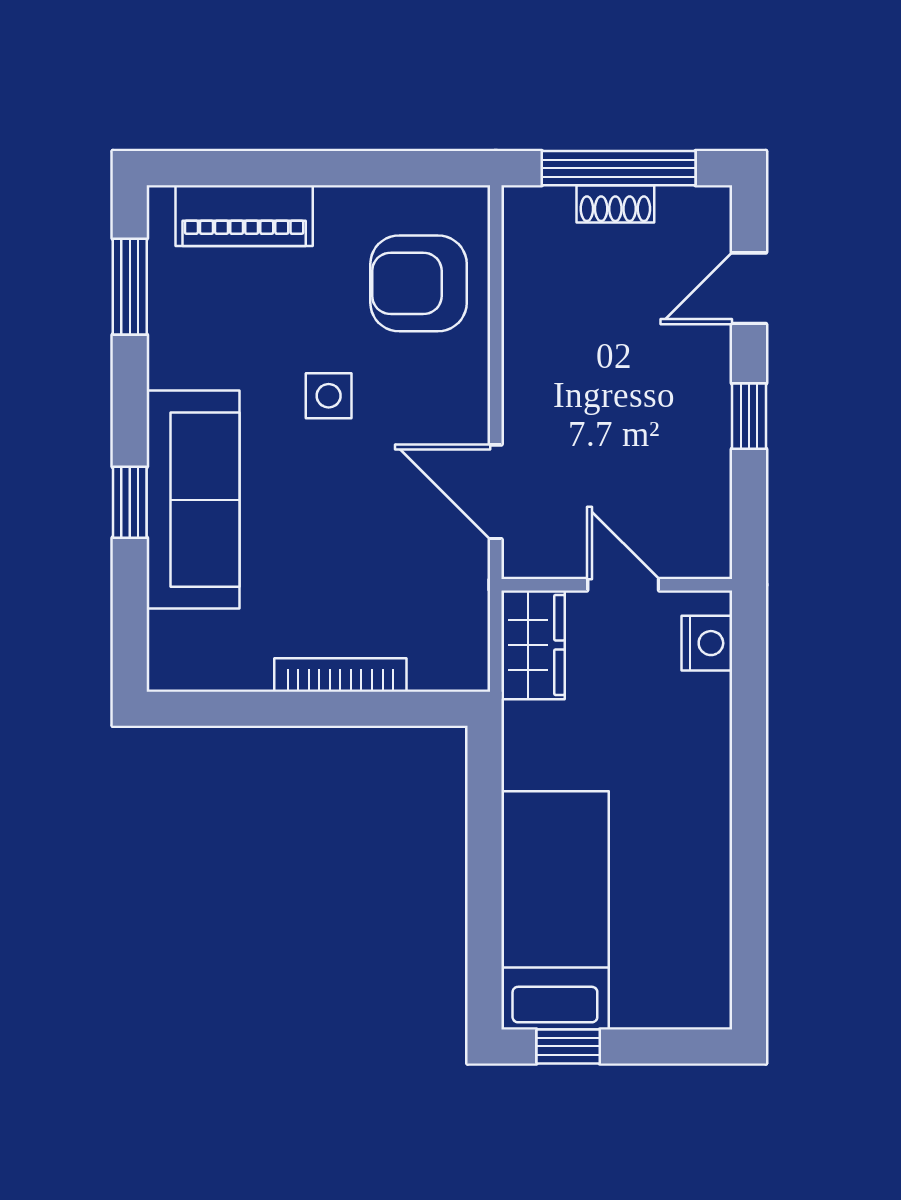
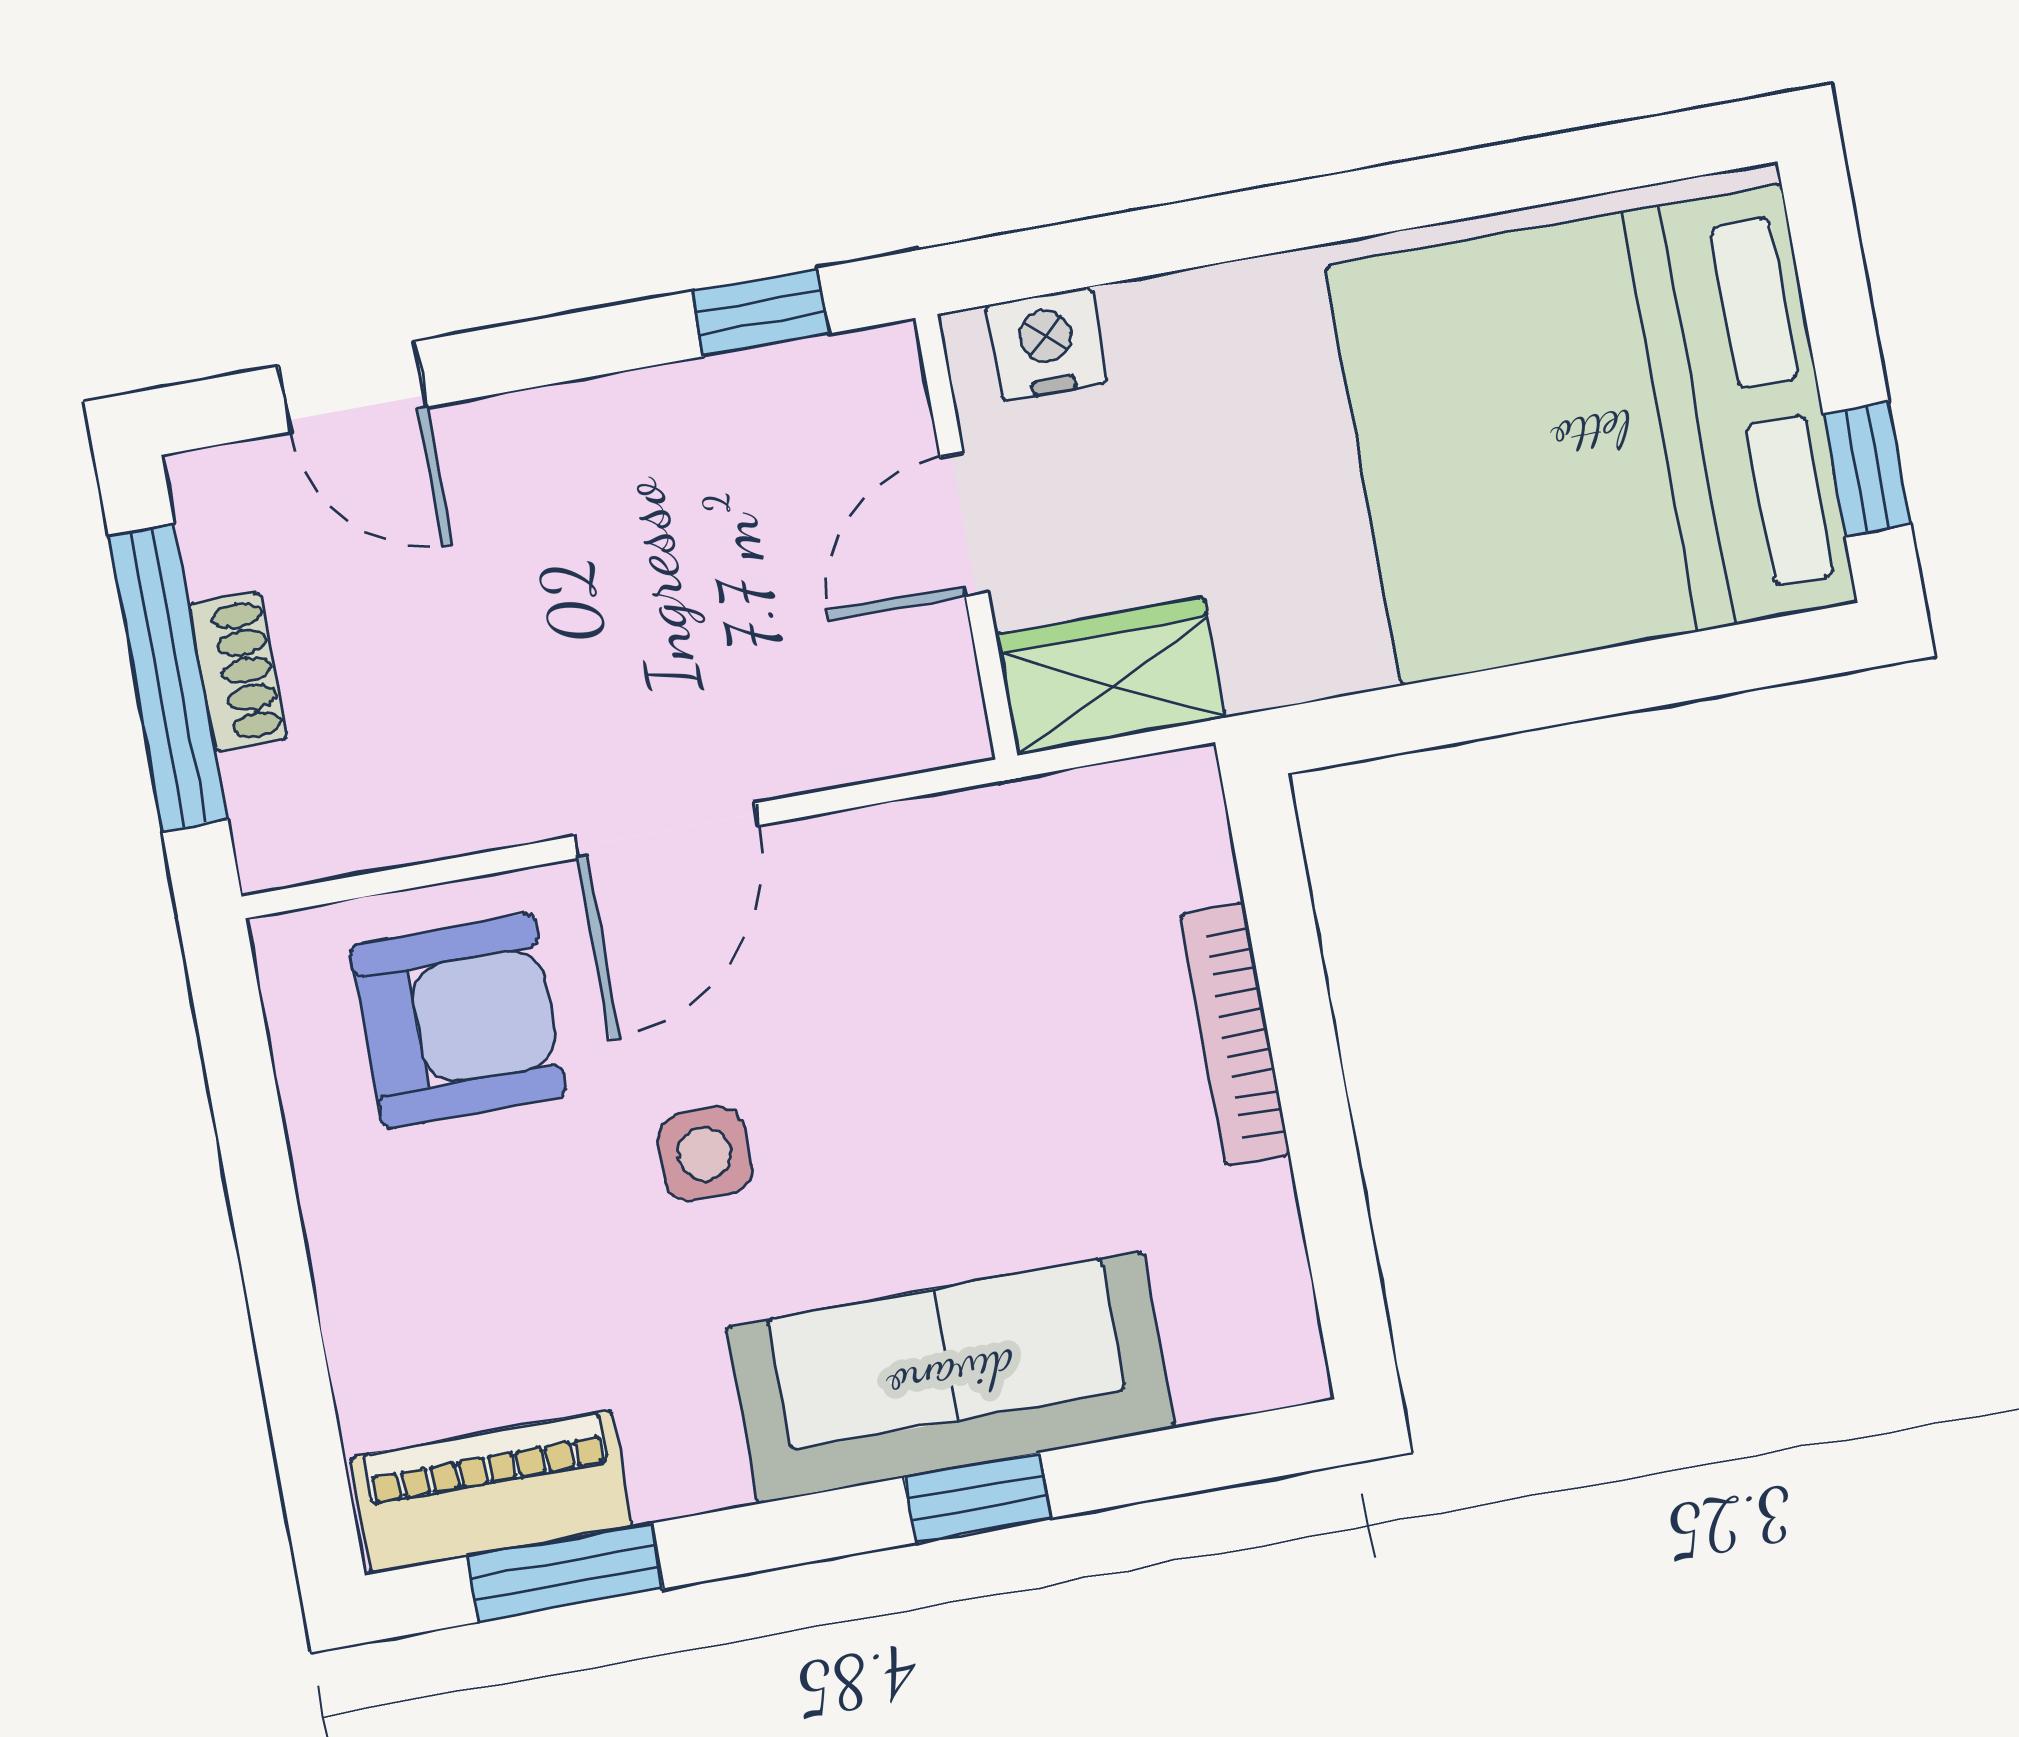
piano: (244, 216) -> (492, 1492), moved, turned -90
armchair: (419, 283) -> (458, 1021), turned -90
window: (749, 416) -> (760, 312), moved
door: (496, 492) -> (666, 831), moved
bed: (555, 910) -> (1592, 434), width x2.04

